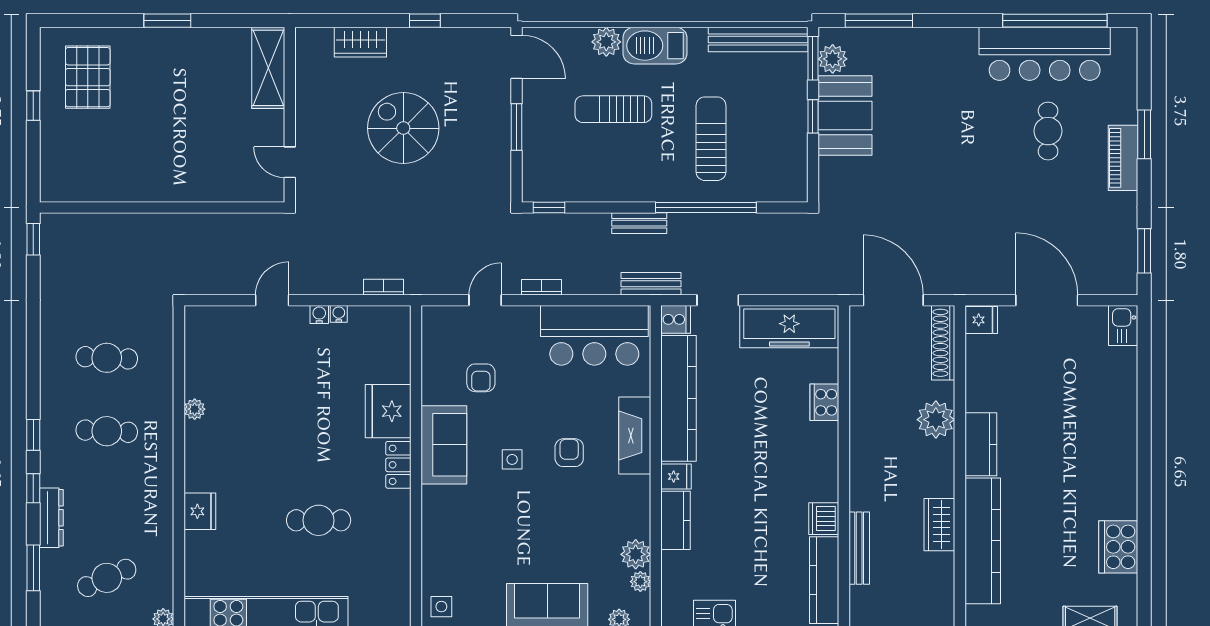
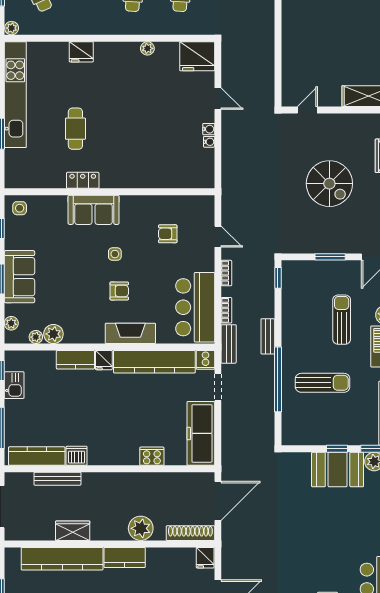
spiral stairs: (403, 128) -> (329, 184), turned 90
bookcase: (383, 287) -> (226, 310), moved
fridge: (388, 411) -> (197, 56), moved, turned 180
sofa: (444, 445) -> (94, 210), moved
locker: (398, 465) -> (83, 180), moved

